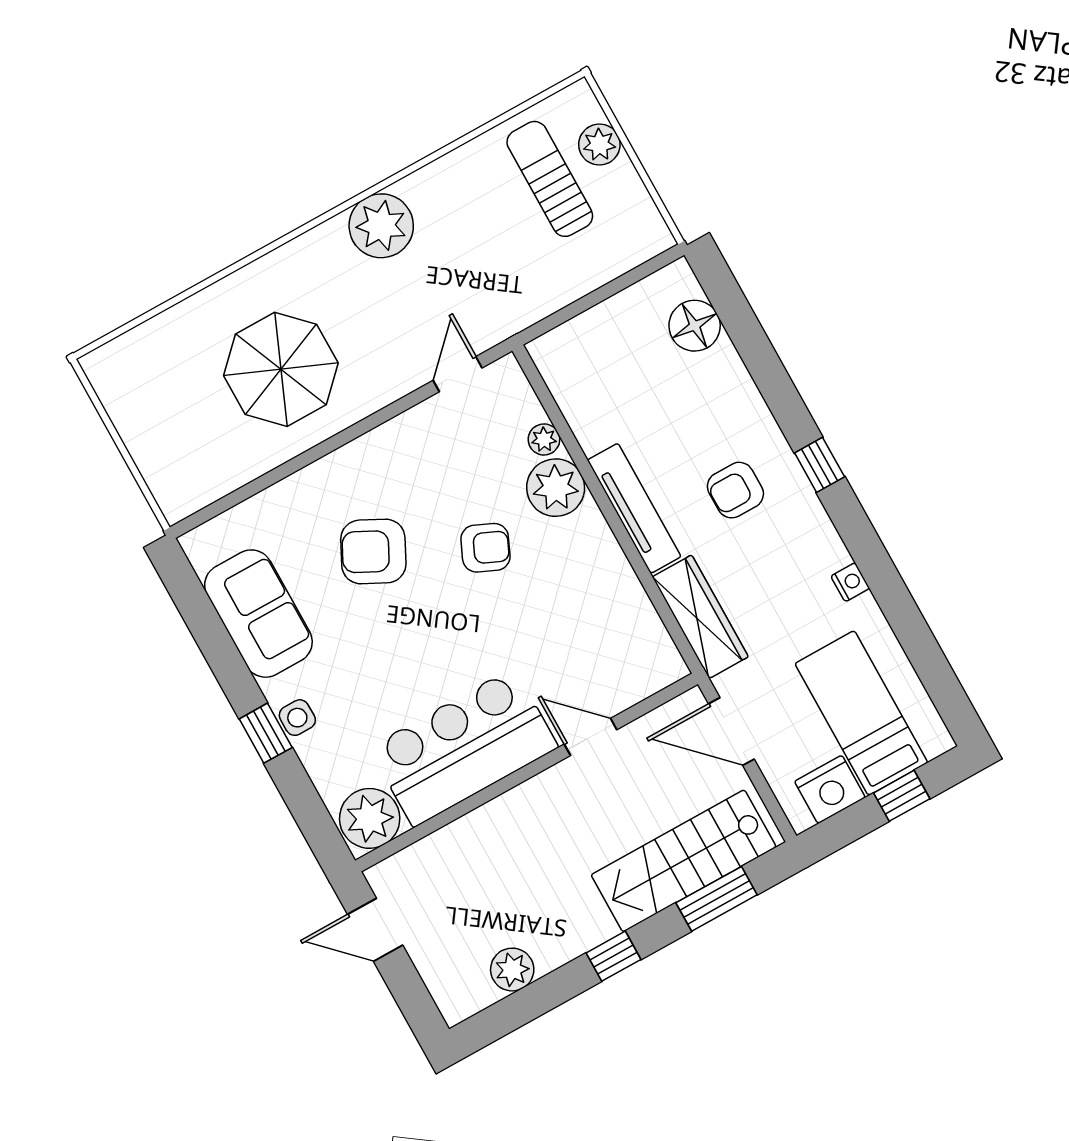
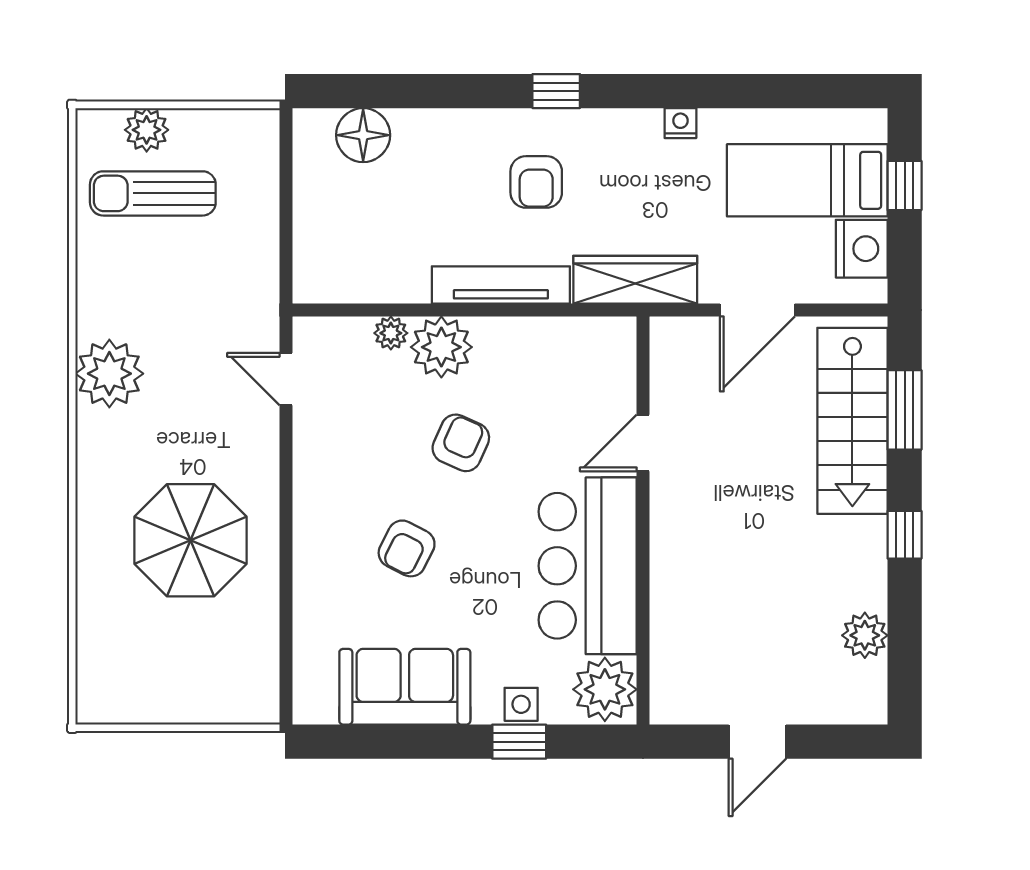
armchair: (373, 551) -> (407, 548), width x0.72, depth x0.72
door: (591, 737) -> (643, 443), moved
bar counter: (464, 747) -> (588, 566), moved
wall: (527, 772) -> (643, 521), moved
plant: (370, 818) -> (605, 689), moved

